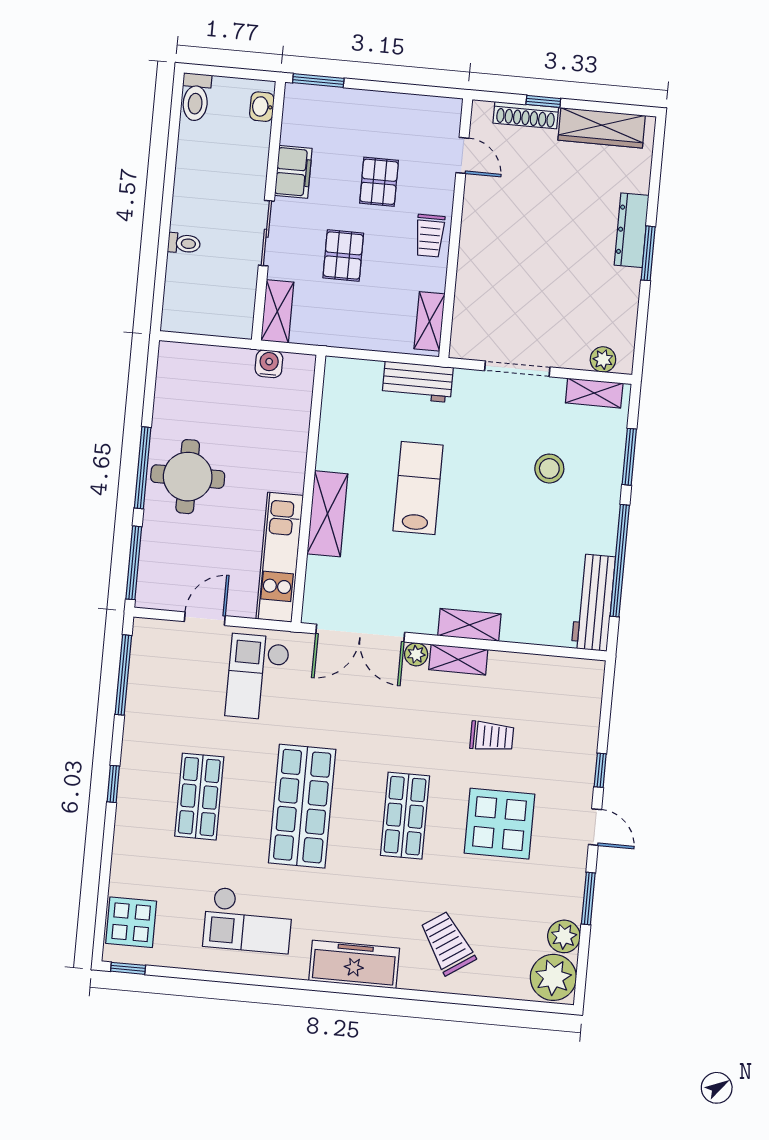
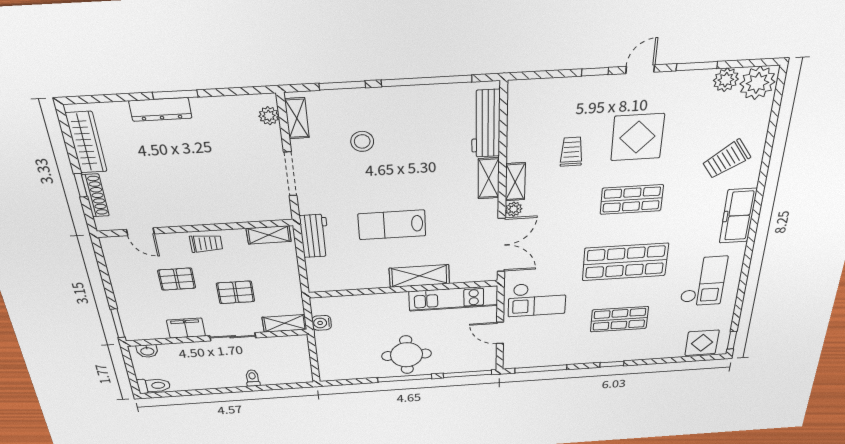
door: (462, 155) -> (140, 232), swing flipped
workbench: (593, 603) -> (486, 124), moved, turned 90

